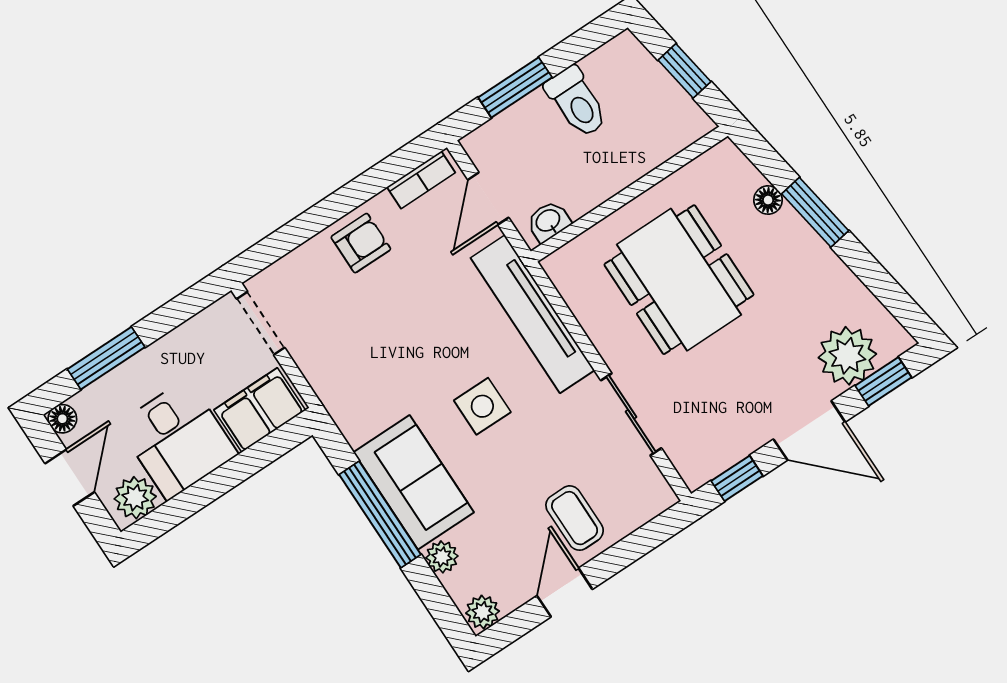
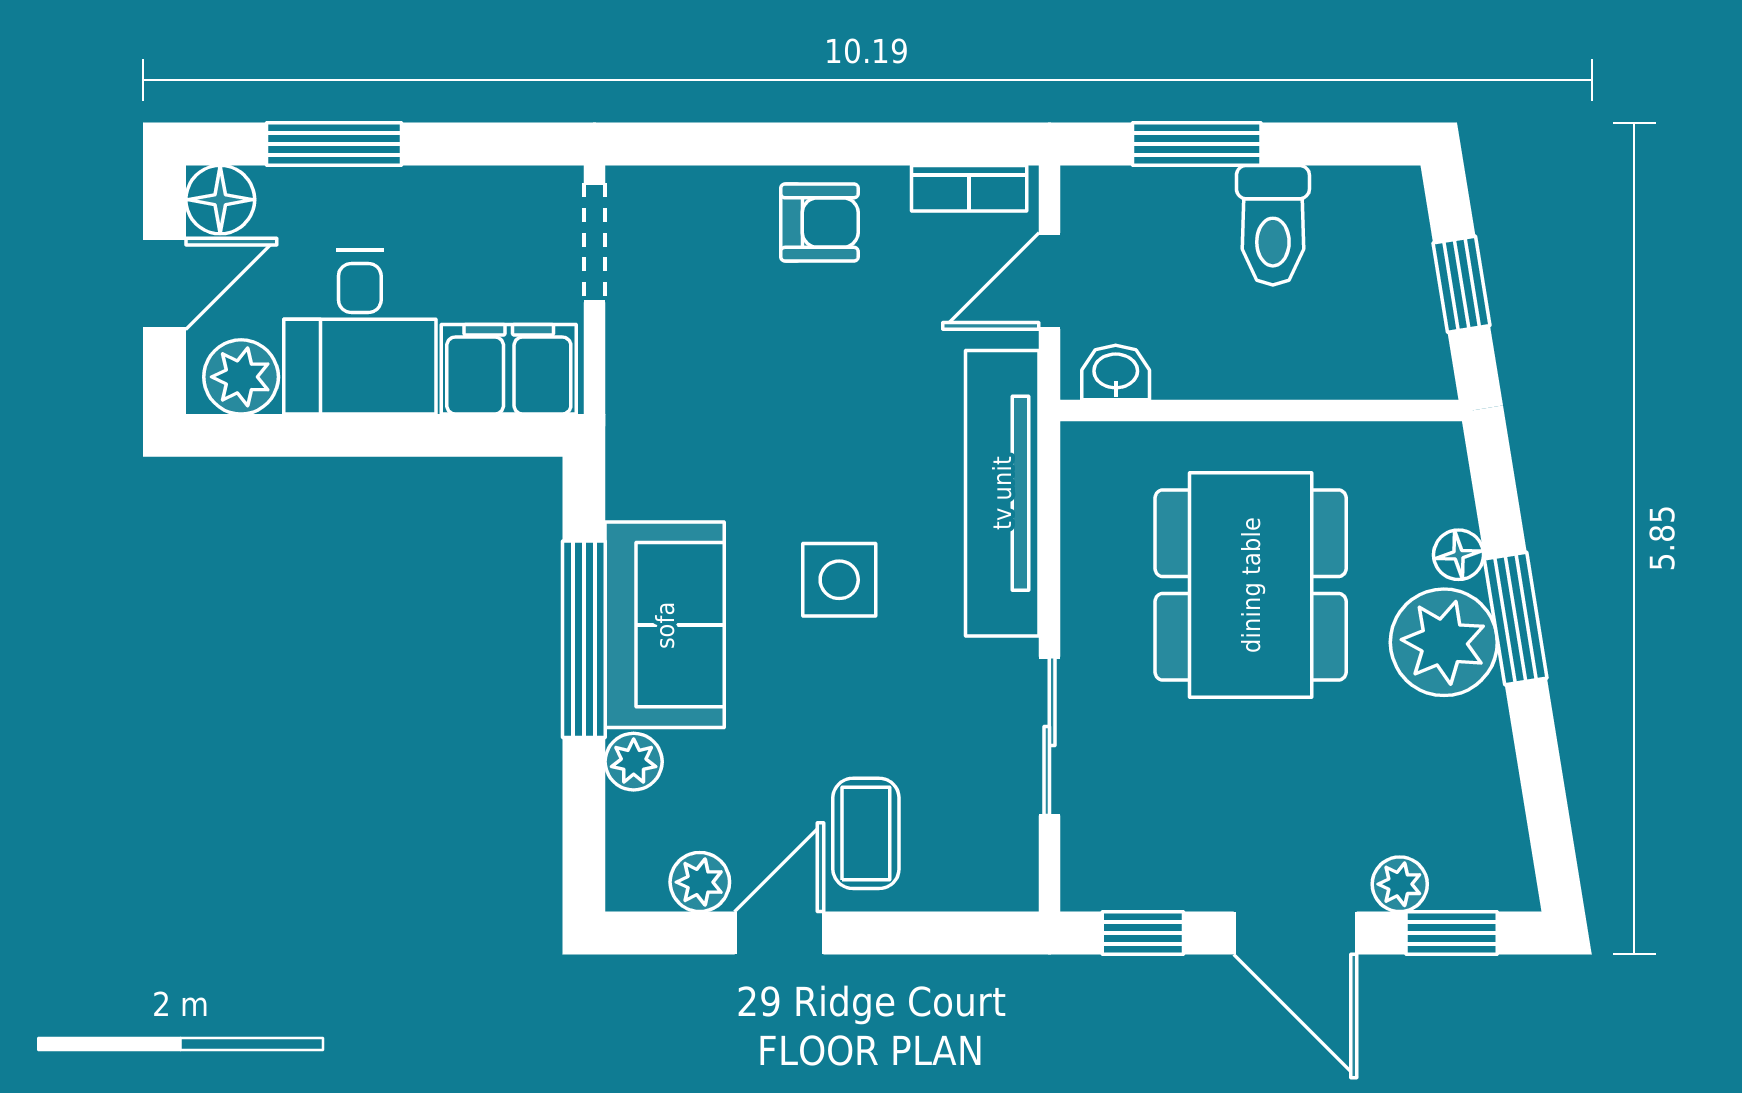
plant: (789, 246) -> (1444, 642), added
plant: (847, 356) -> (1400, 884), width x0.53, depth x0.53
floor lamp: (62, 419) -> (220, 200), width x1.37, depth x1.37
plant: (483, 612) -> (700, 882), moved

